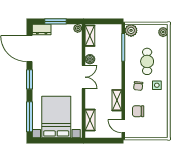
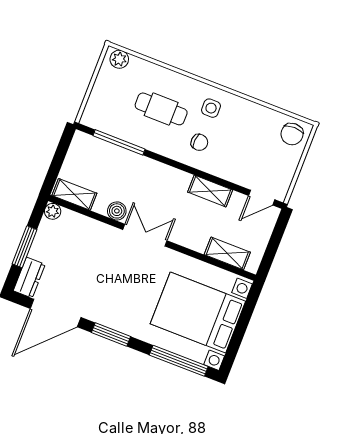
plant: (131, 30) -> (94, 116), removed
chair: (138, 111) -> (292, 134), moved

